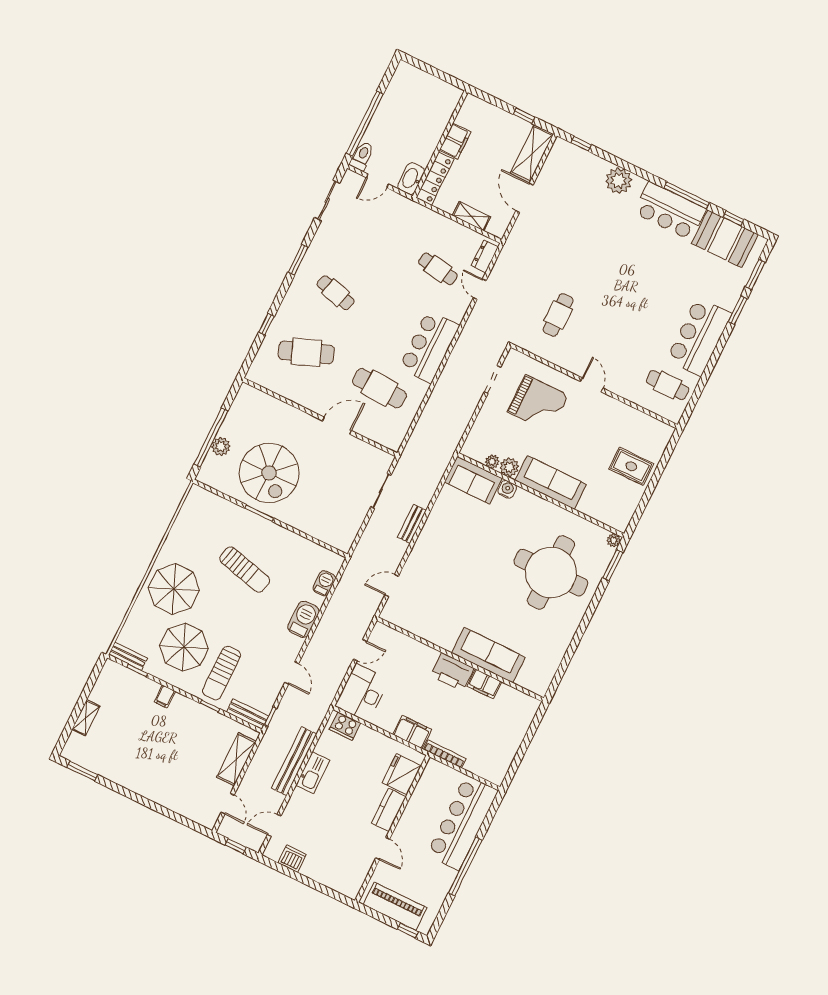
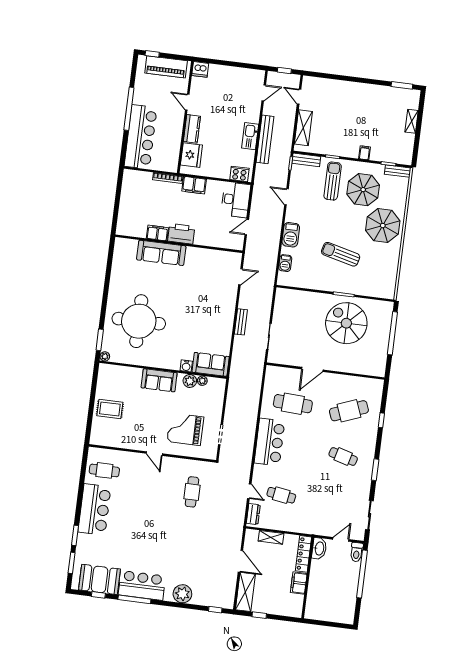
plant: (221, 446) -> (384, 330), removed
sofa: (551, 482) -> (159, 380), width x0.73
dishwasher: (292, 859) -> (200, 69), moved

